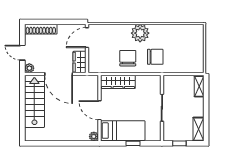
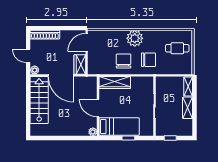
cafe table: (187, 44) -> (177, 48), added
shelving: (198, 129) -> (188, 108), moved

